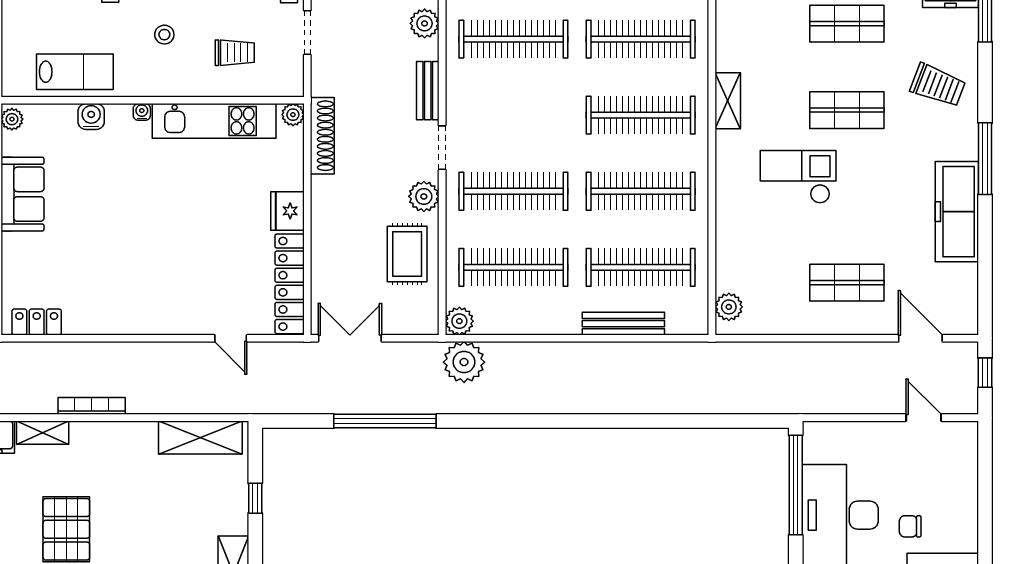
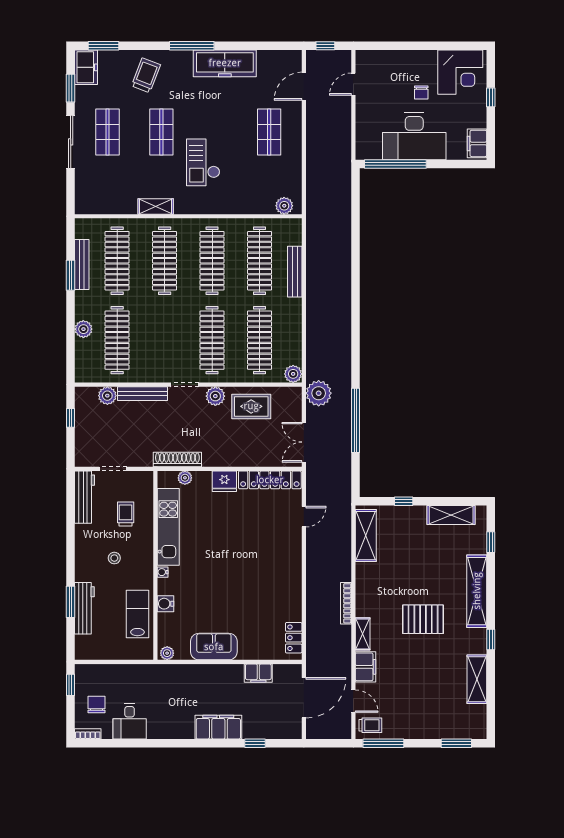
bench: (428, 91) -> (143, 394), width x1.36
plant: (293, 115) -> (185, 478), moved
plant: (464, 362) -> (319, 393), moved

